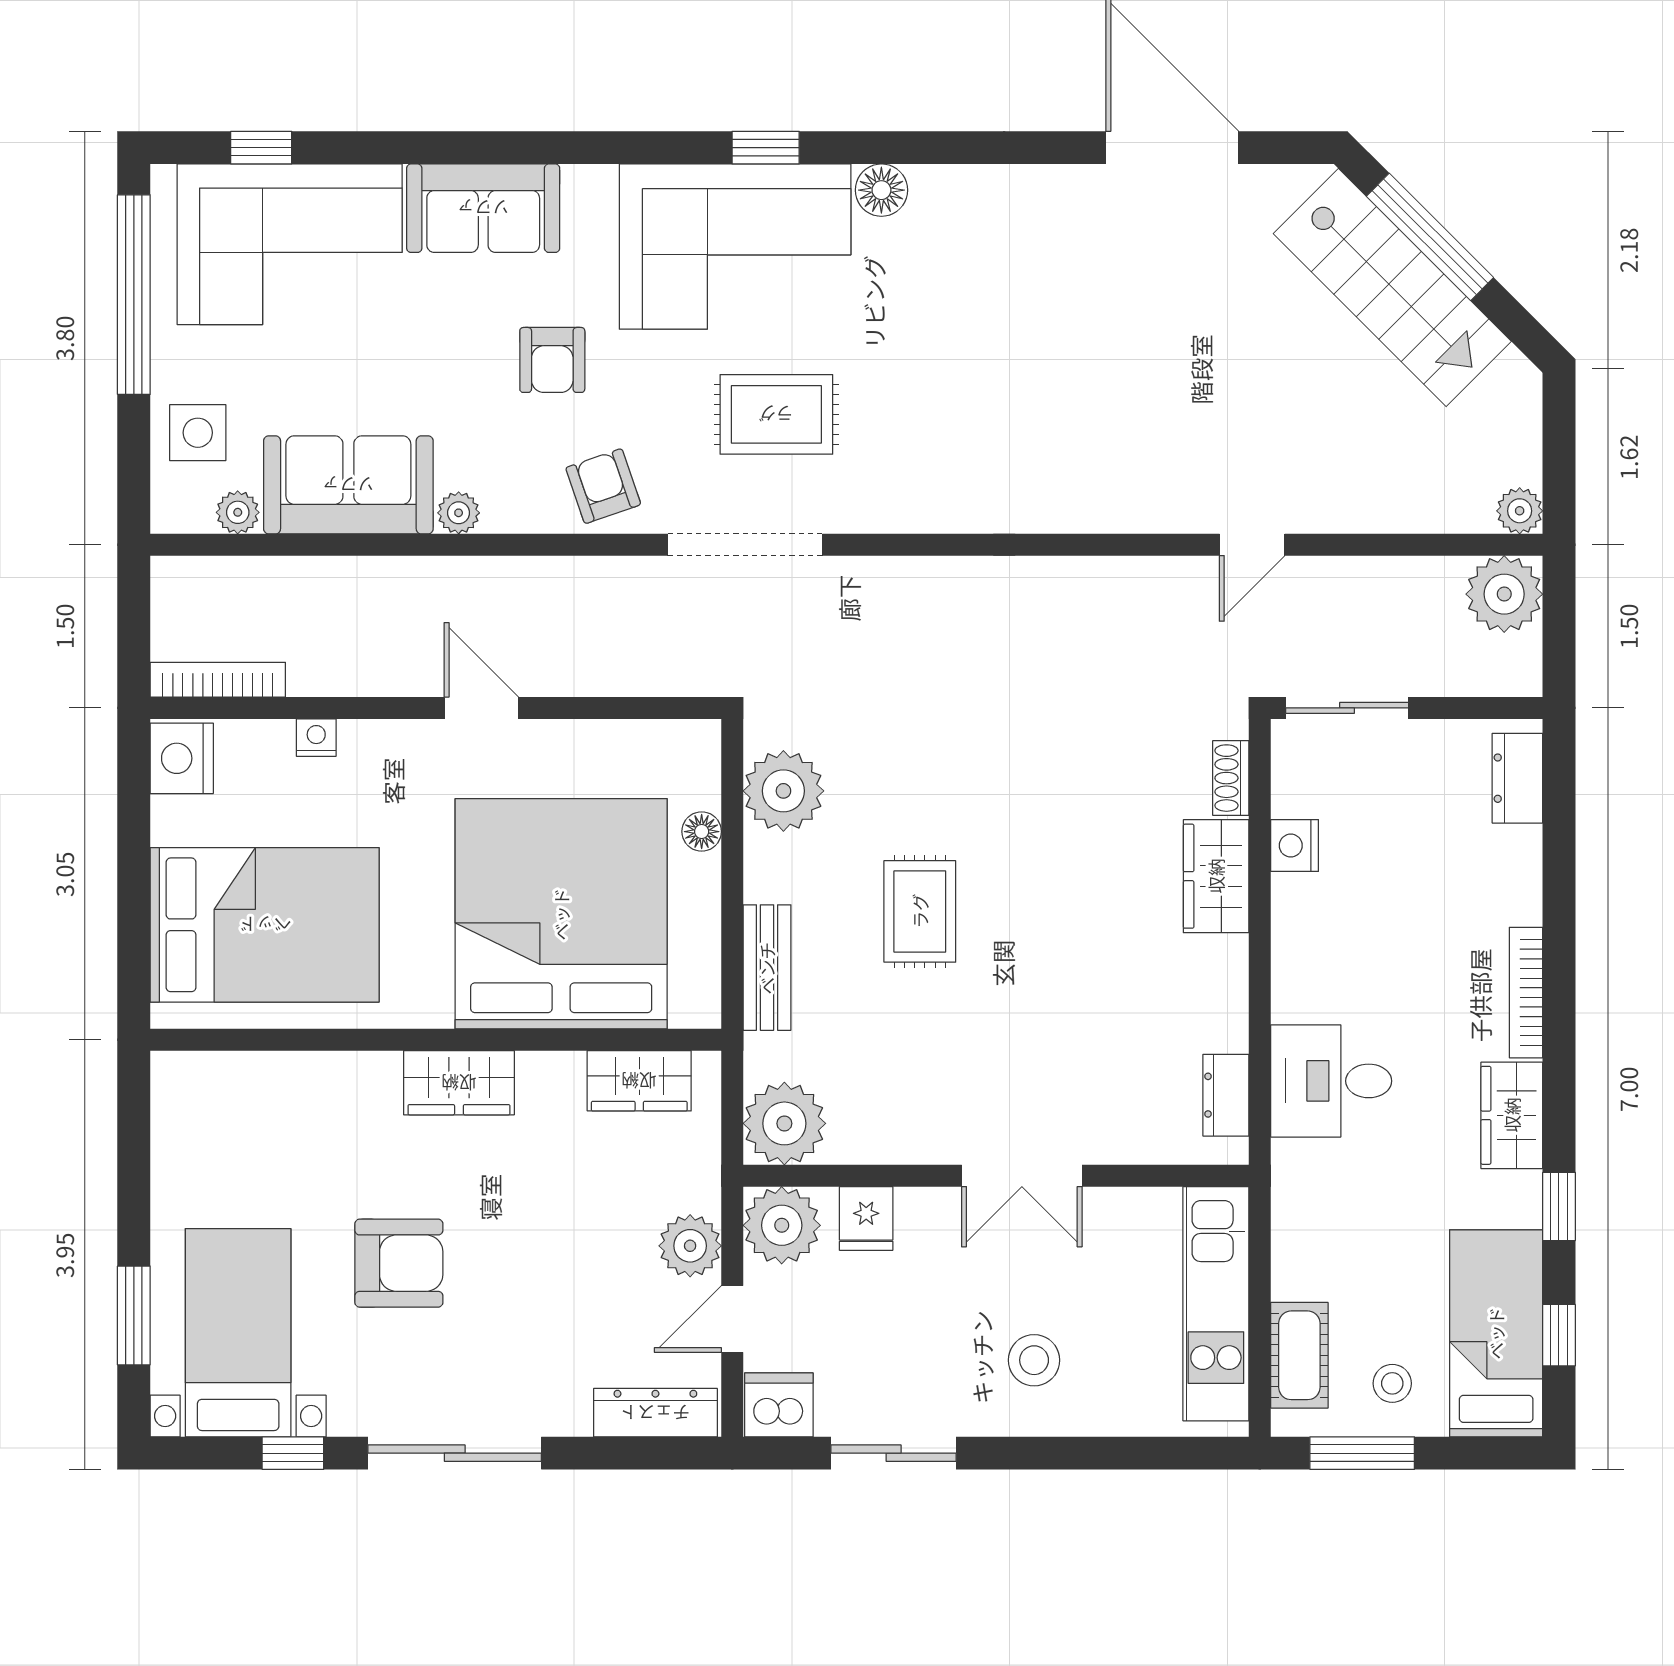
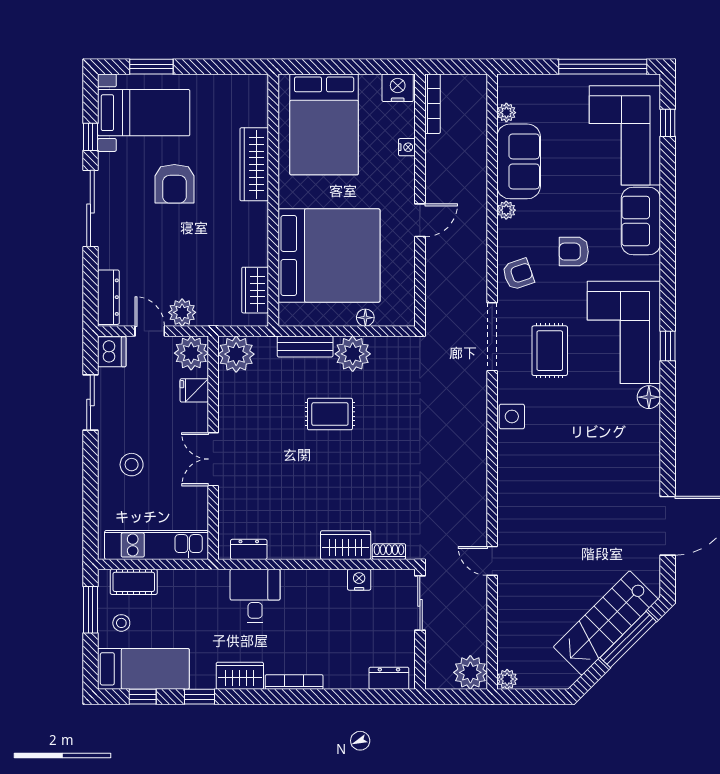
side table: (198, 433) -> (512, 416), moved
plant: (783, 791) -> (353, 354), moved
wardrobe: (459, 1083) -> (254, 164), moved, width x1.50

